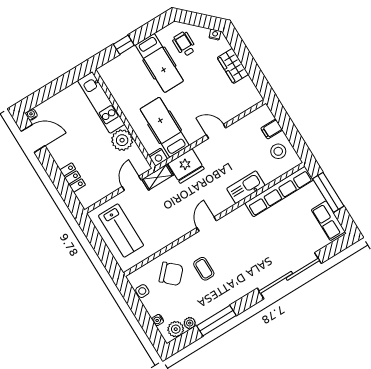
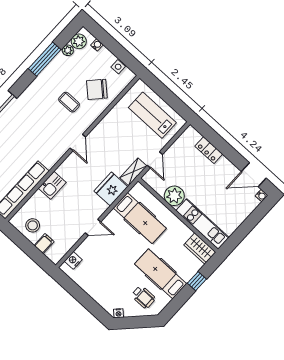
wardrobe: (233, 66) -> (200, 248), moved, turned 180
nightstand: (158, 157) -> (73, 260), moved
kitchen sink: (246, 187) -> (52, 185), width x0.73

